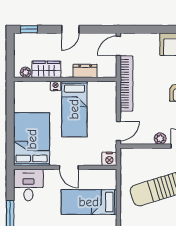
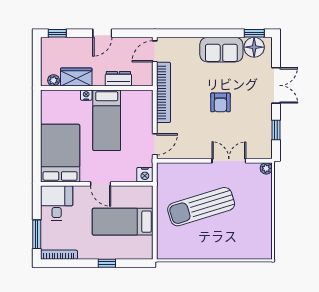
plant: (160, 139) -> (200, 153), removed

